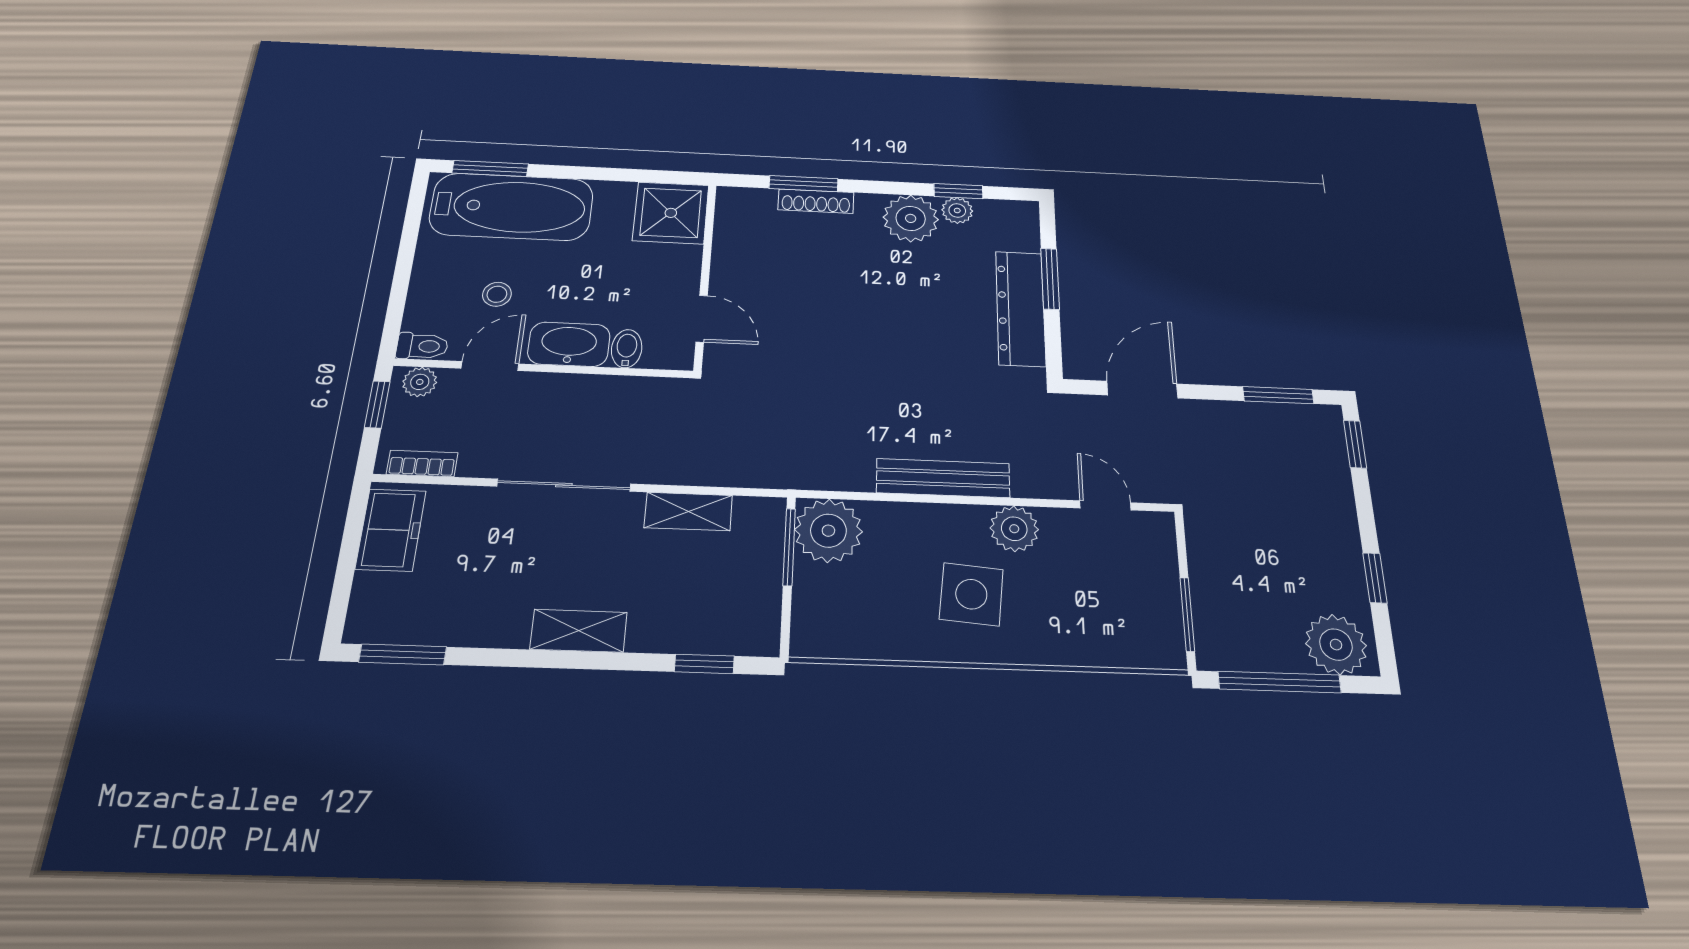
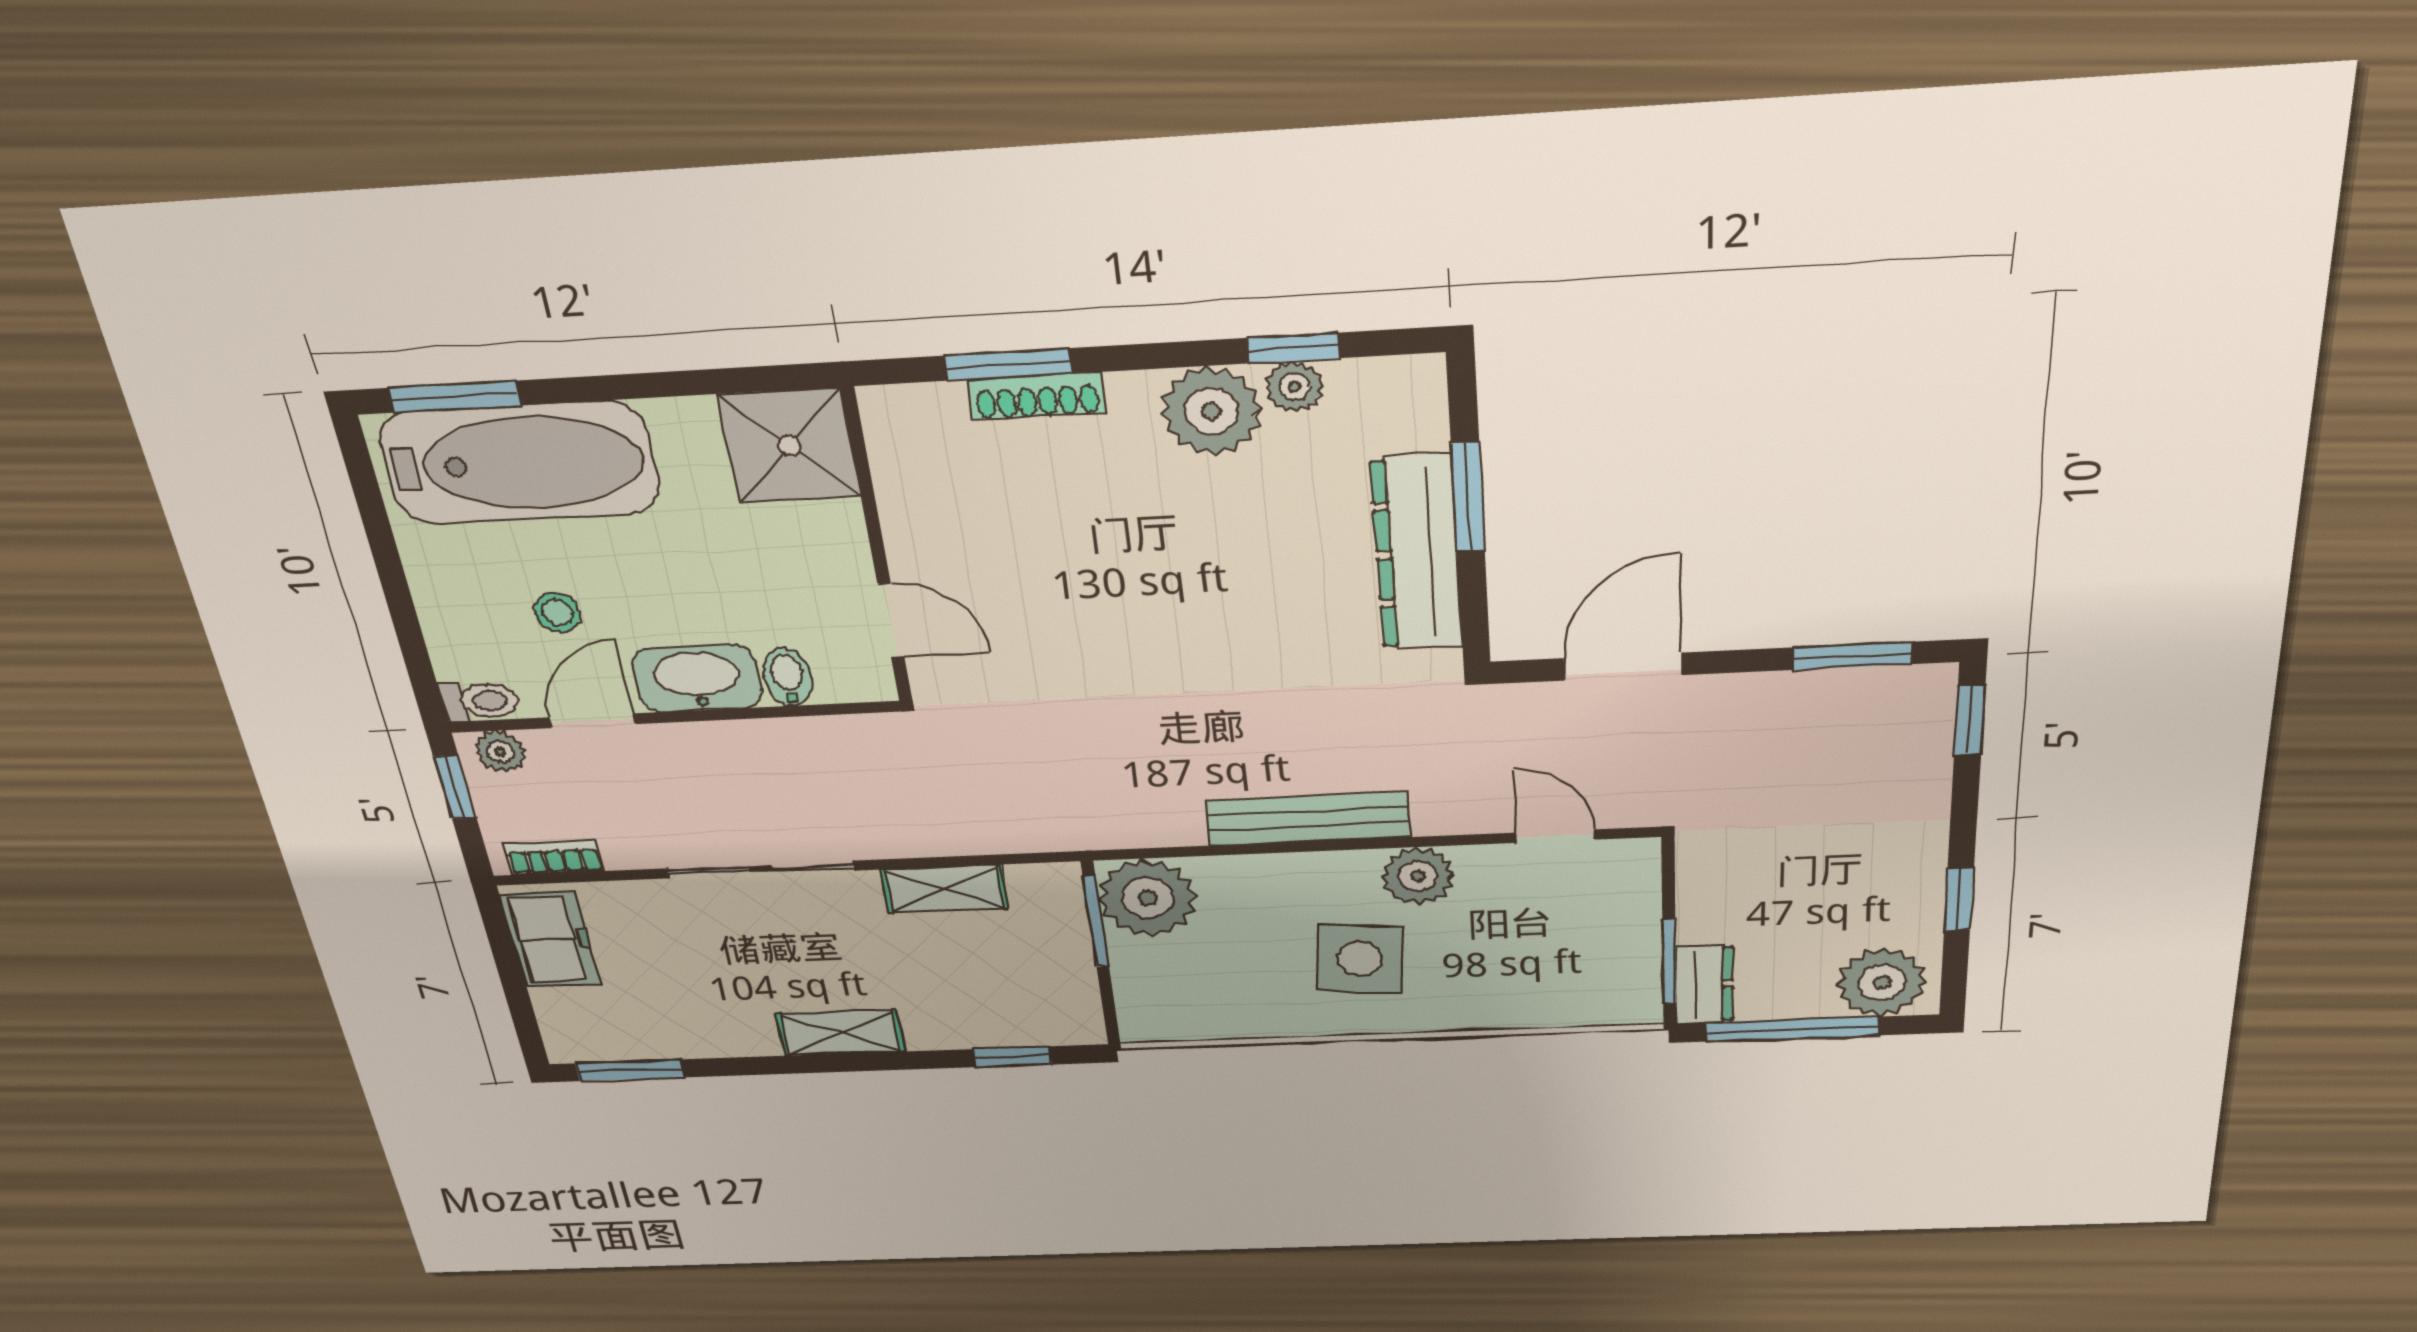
dresser: (1213, 636) -> (1704, 984), added

